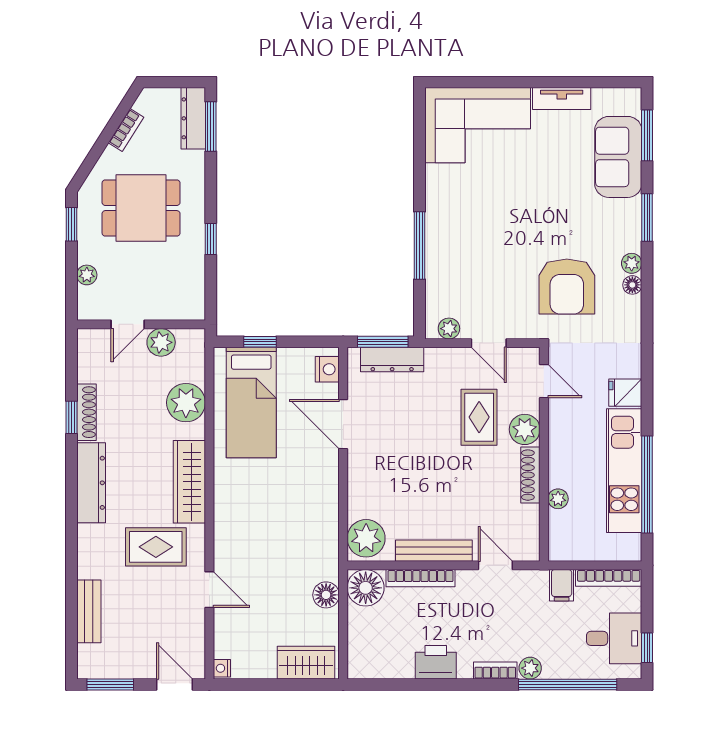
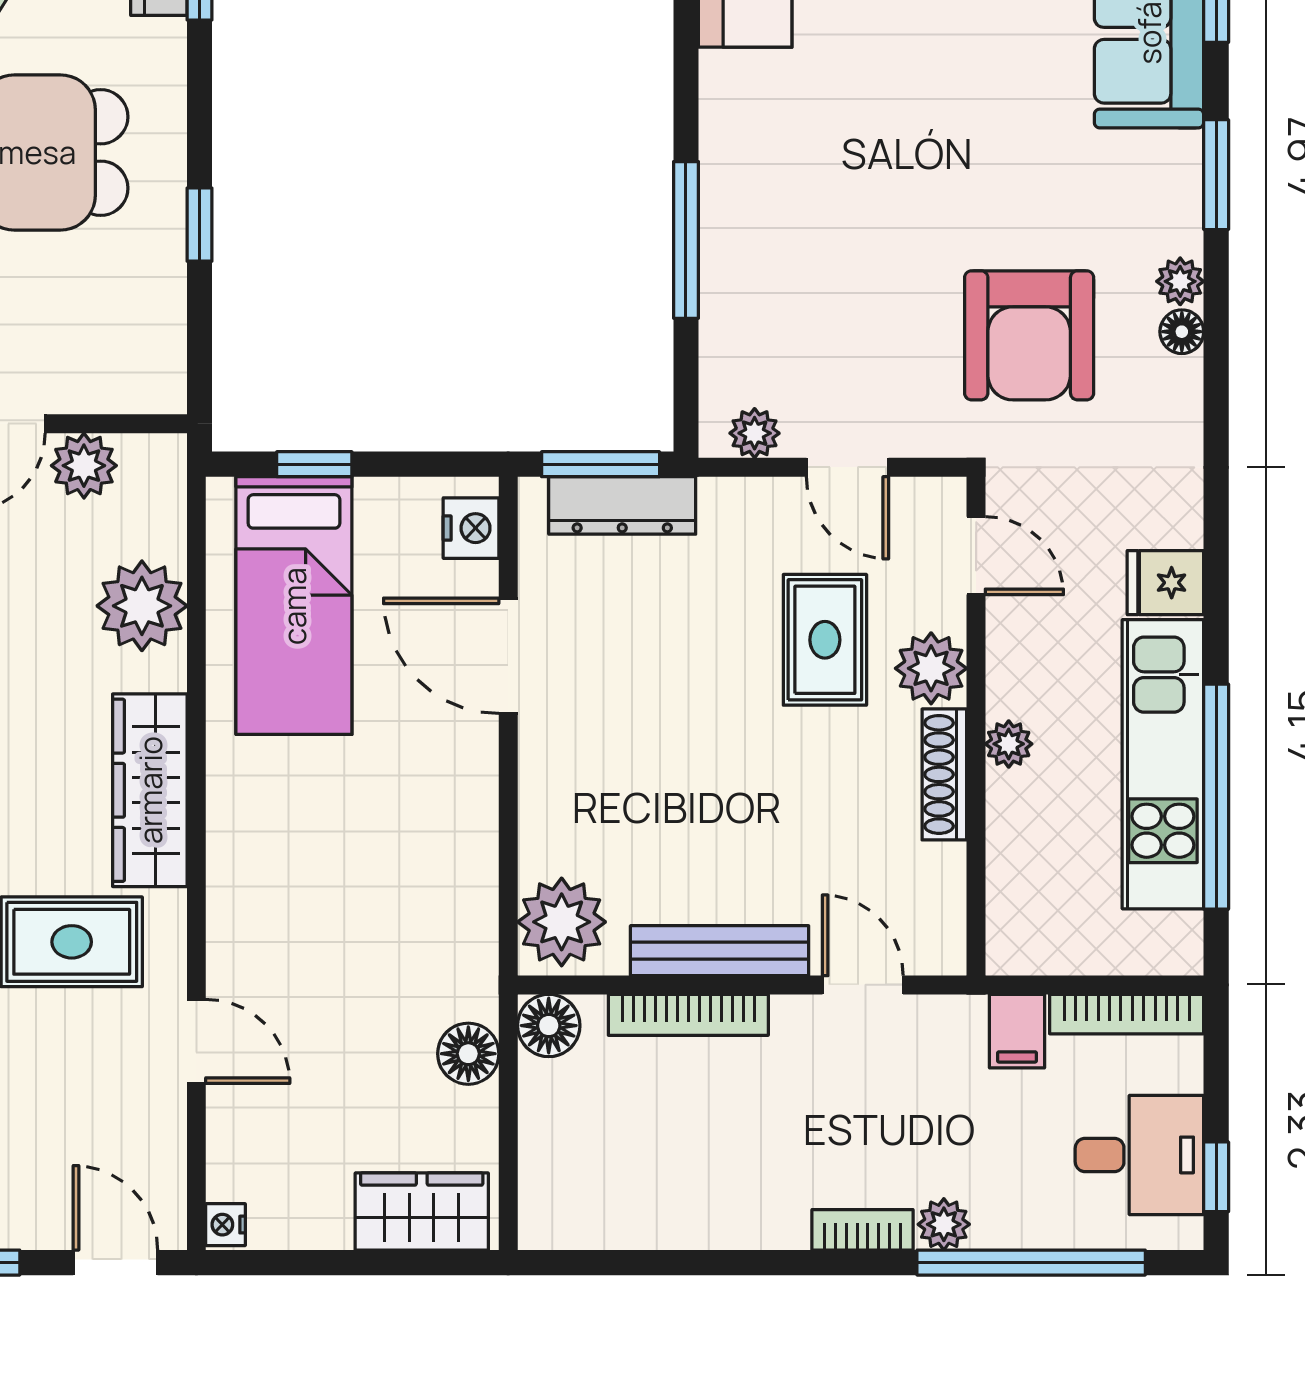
plant: (558, 499) -> (1009, 744), moved
floor lamp: (366, 588) -> (549, 1026), width x0.73, depth x0.73
printer: (436, 662) -> (724, 1211), removed

